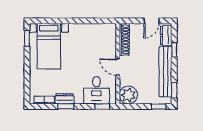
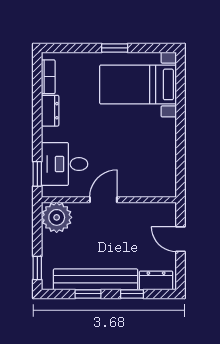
door: (151, 21) -> (181, 239), moved
window: (27, 38) -> (115, 48), moved
shoe rack: (124, 39) -> (150, 210), removed
window: (174, 90) -> (88, 294), moved
window: (66, 107) -> (37, 113), removed

